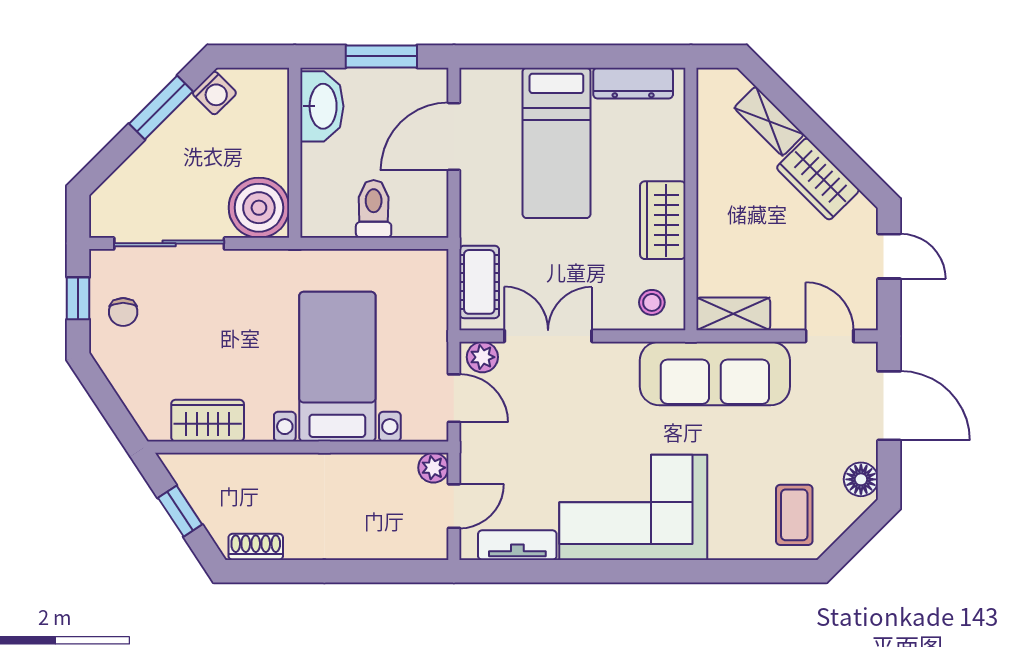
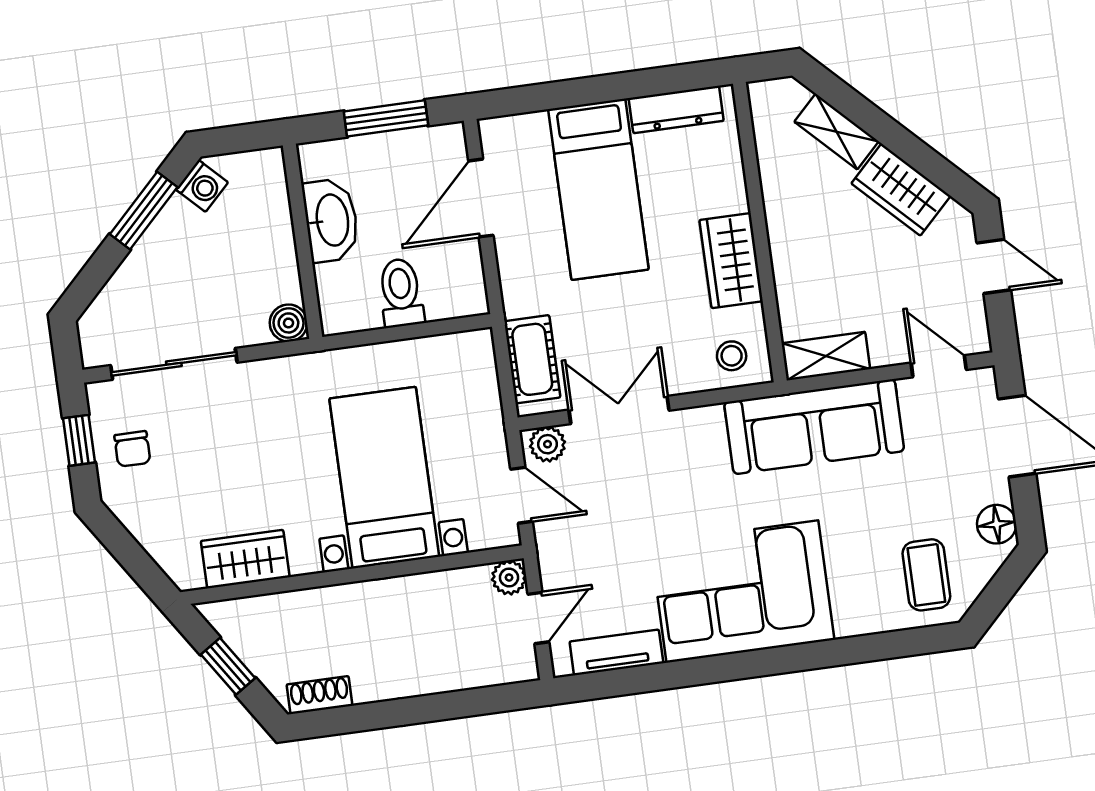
washbasin: (322, 106) -> (331, 220), moved
boiler: (259, 208) -> (288, 323), width x0.54, depth x0.54

